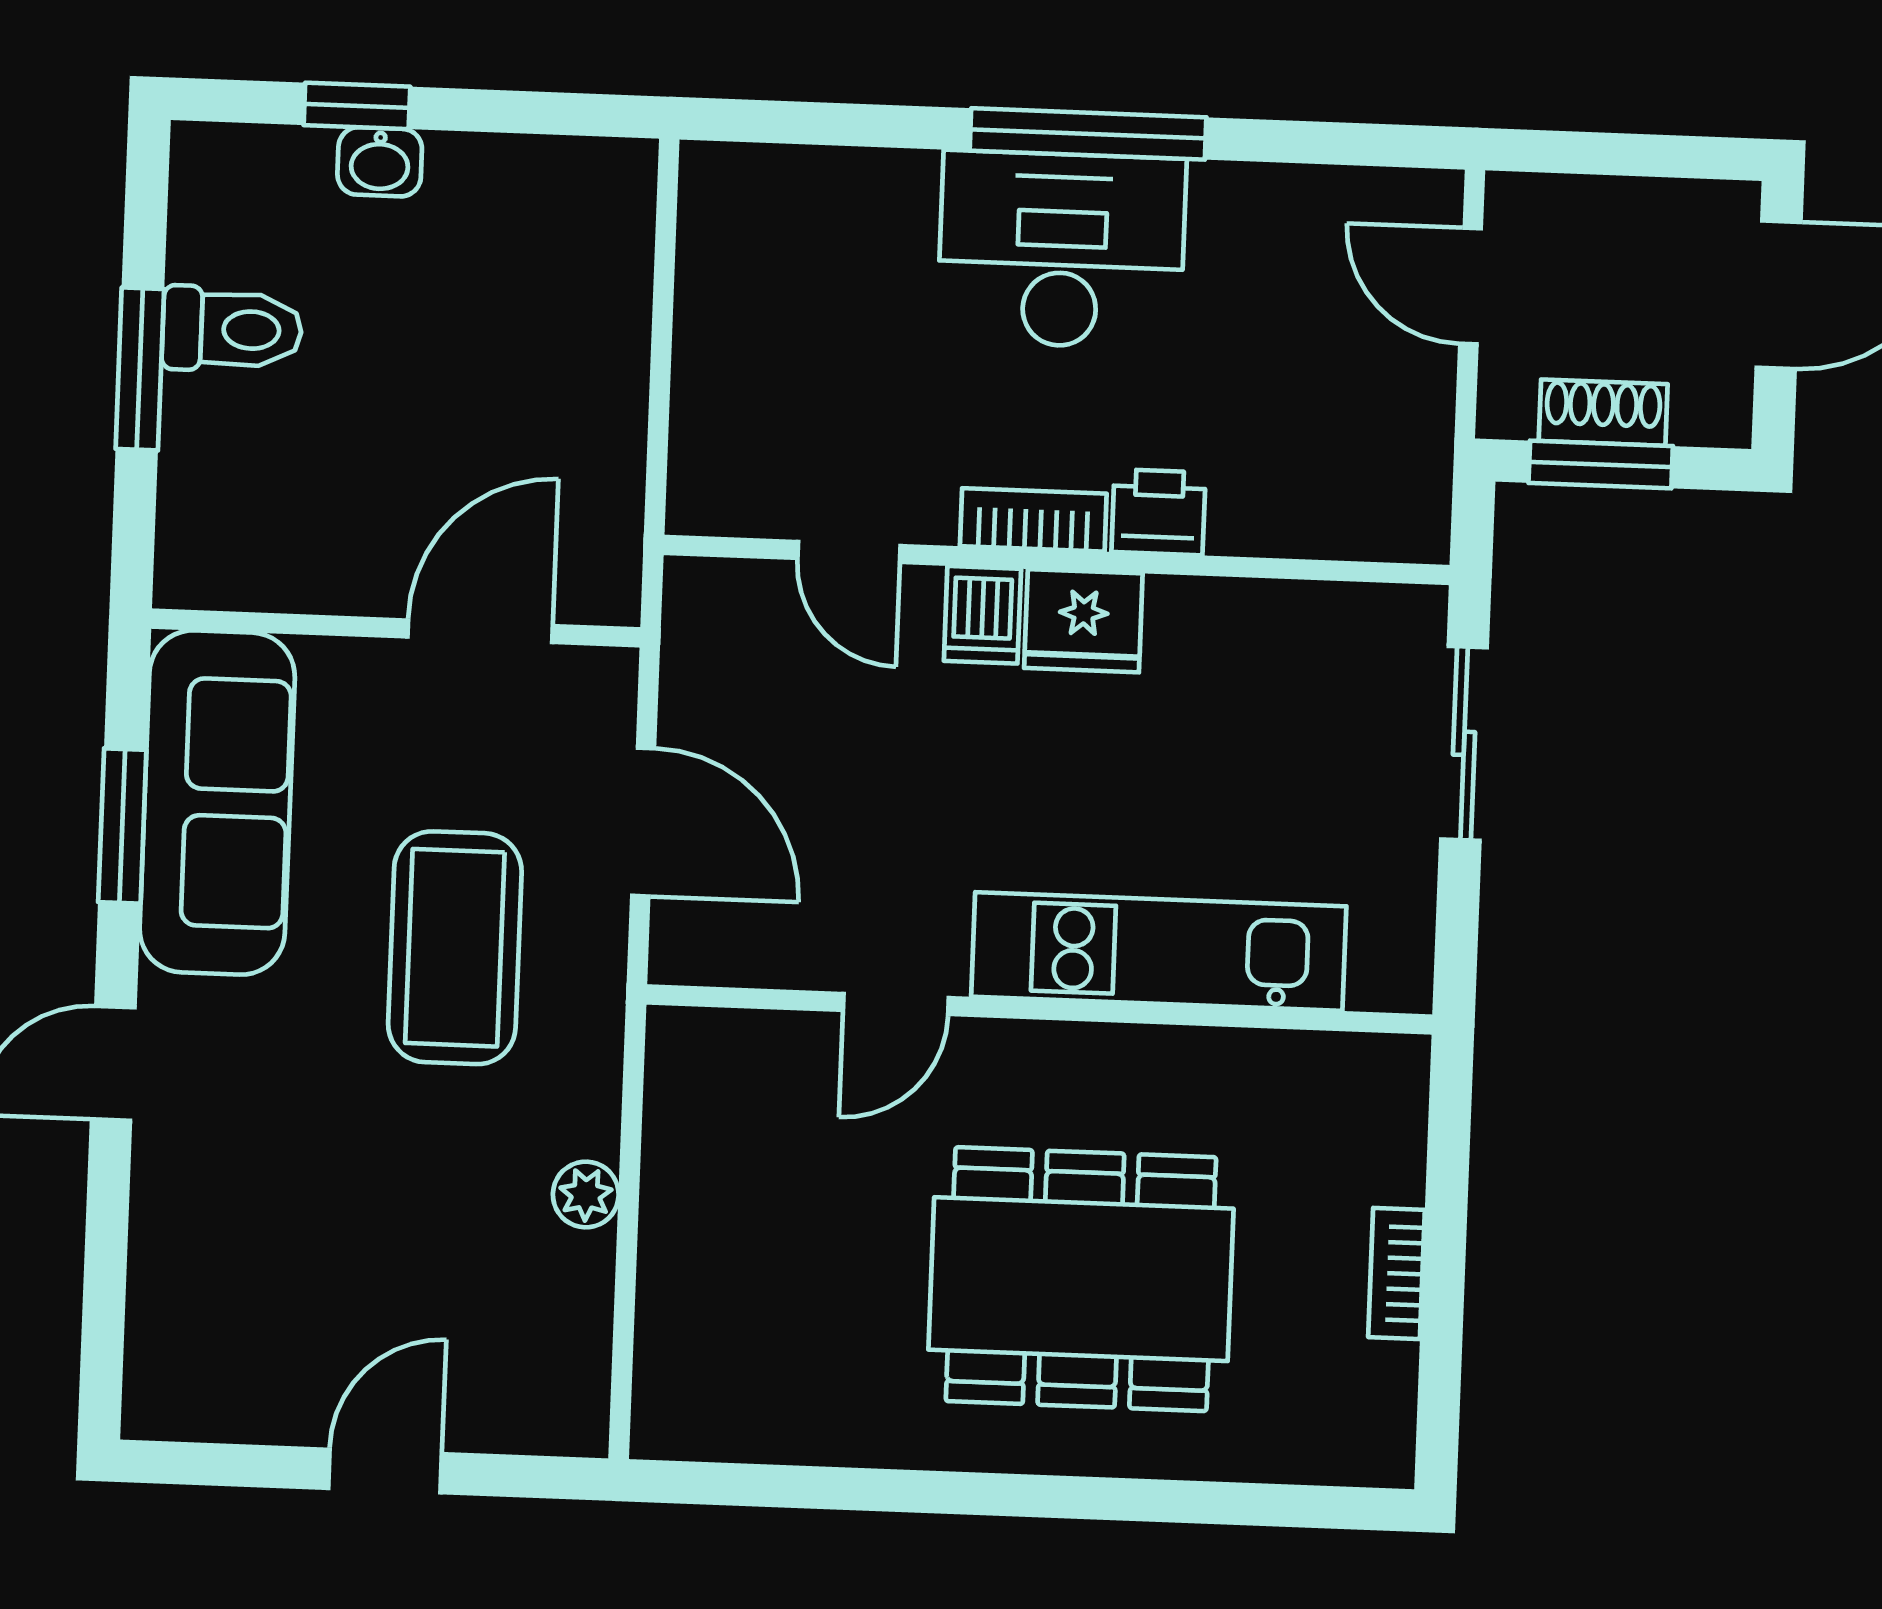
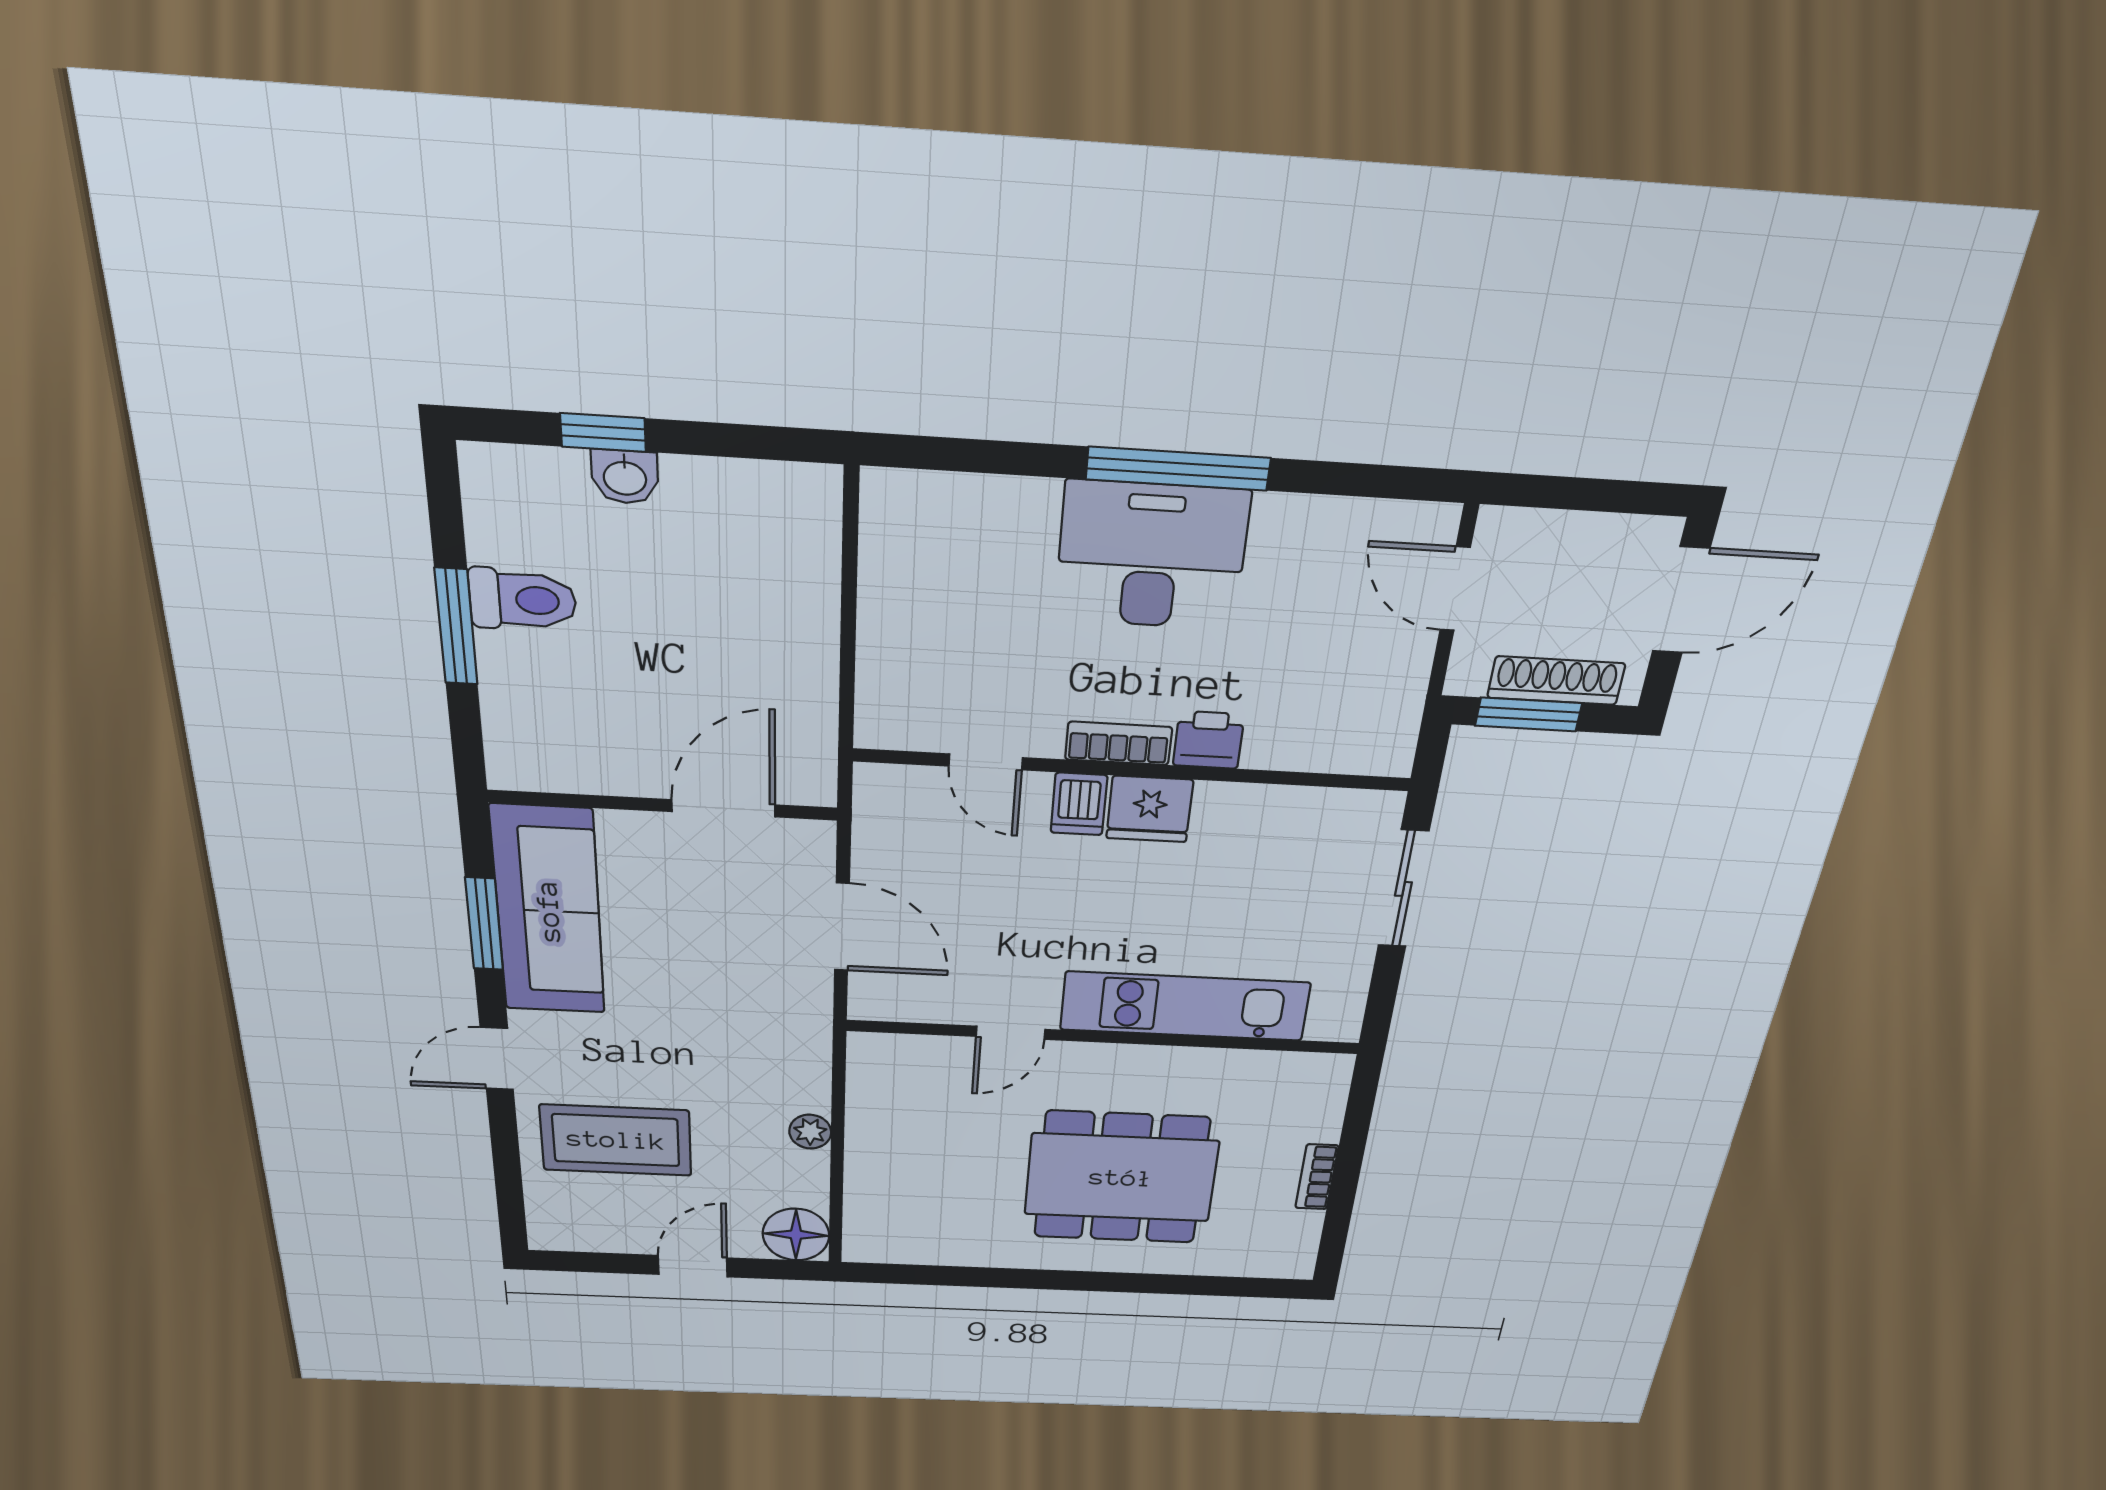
shoe rack: (1603, 413) -> (1556, 681), width x1.43
coffee table: (455, 948) -> (616, 1140), moved, turned 90
floor lamp: (557, 1402) -> (796, 1235), added

